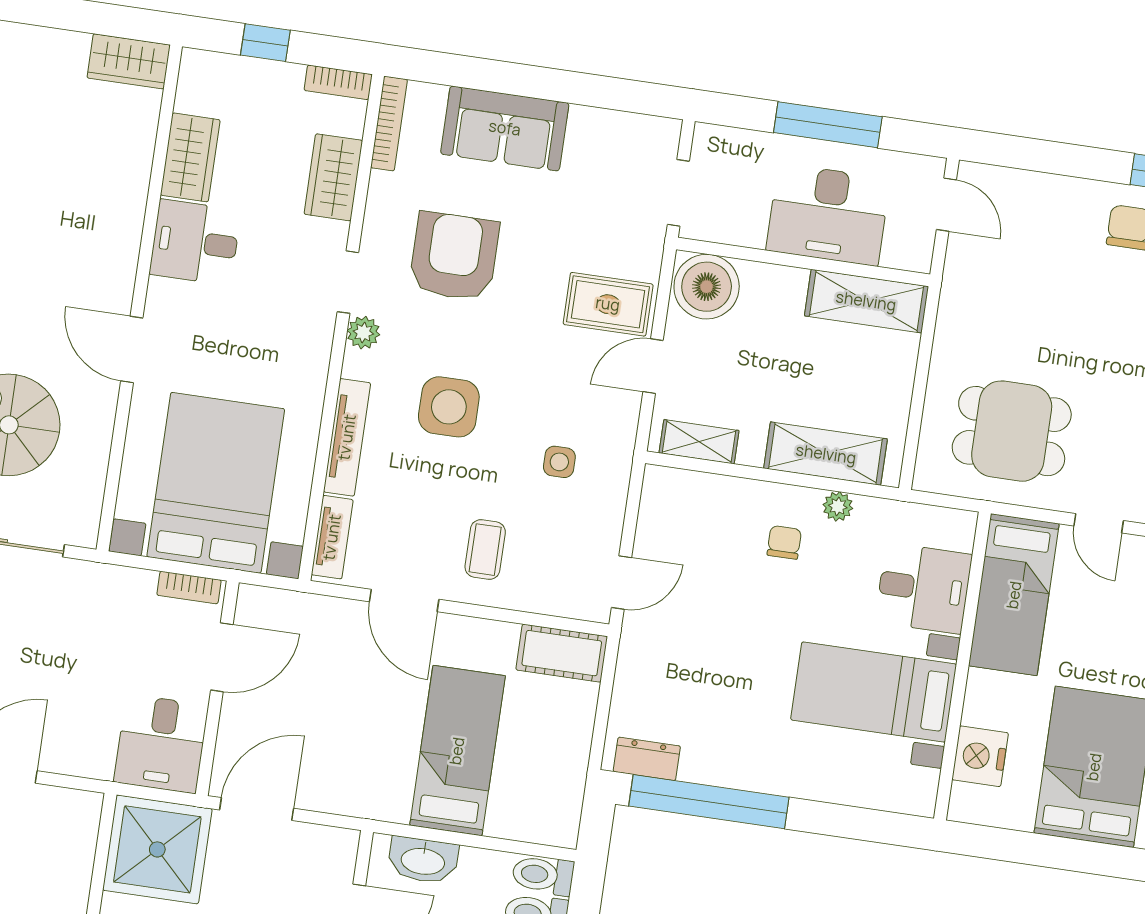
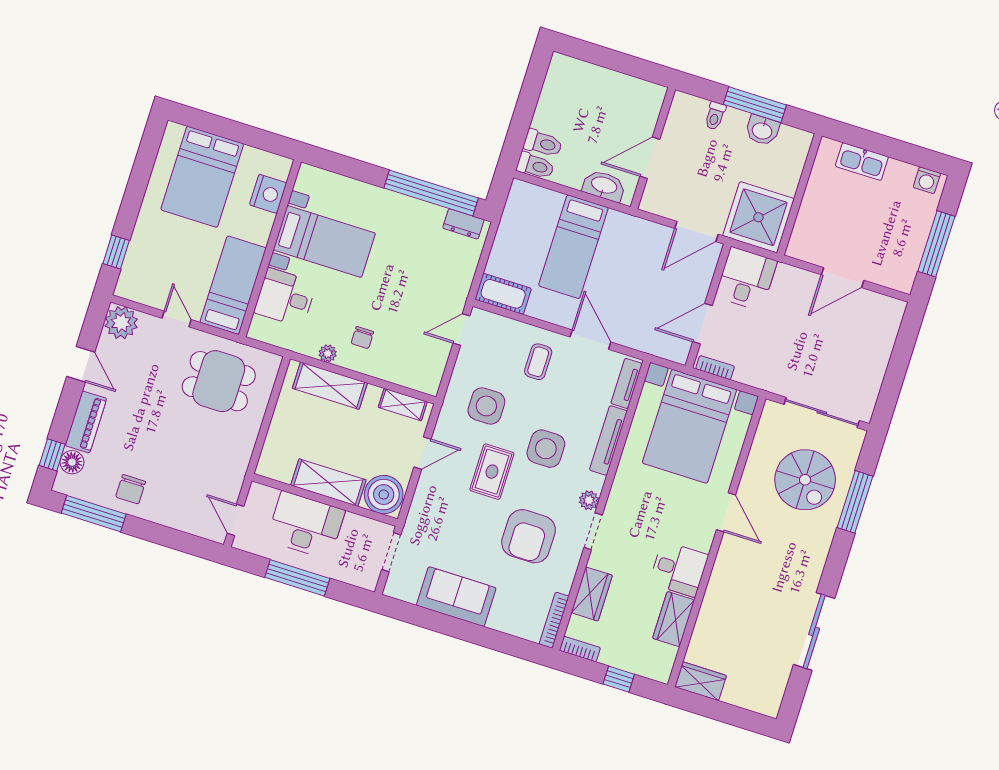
sofa: (505, 128) -> (456, 597), moved
shelving: (866, 301) -> (328, 483), moved
rug: (608, 304) -> (492, 472), moved, turned 90
side table: (559, 462) -> (486, 406), width x1.87, depth x1.87

